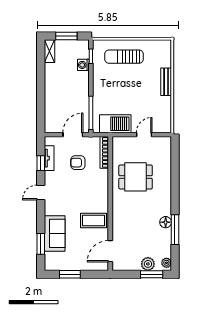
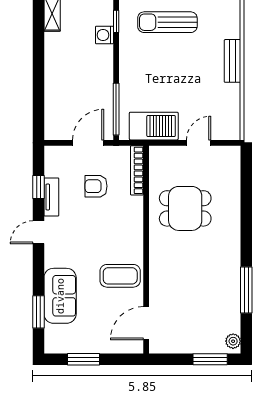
tv unit: (49, 158) -> (51, 197), moved
floor lamp: (166, 222) -> (232, 278), removed
plant: (148, 264) -> (204, 343), removed

